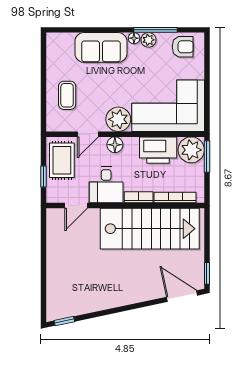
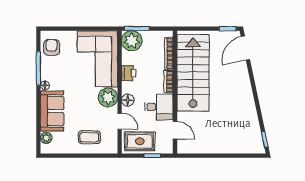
plant: (148, 40) -> (46, 138), moved
printer: (158, 150) -> (129, 73), width x0.53, depth x0.68

